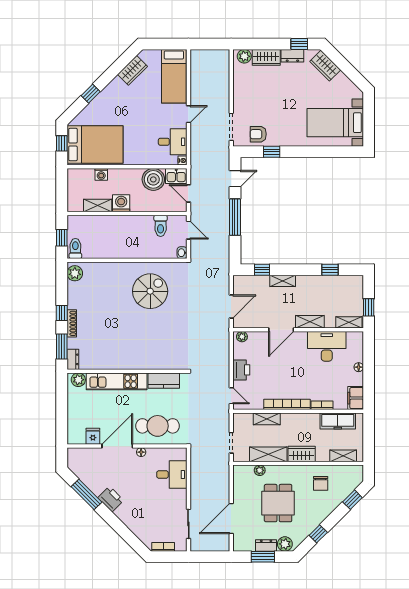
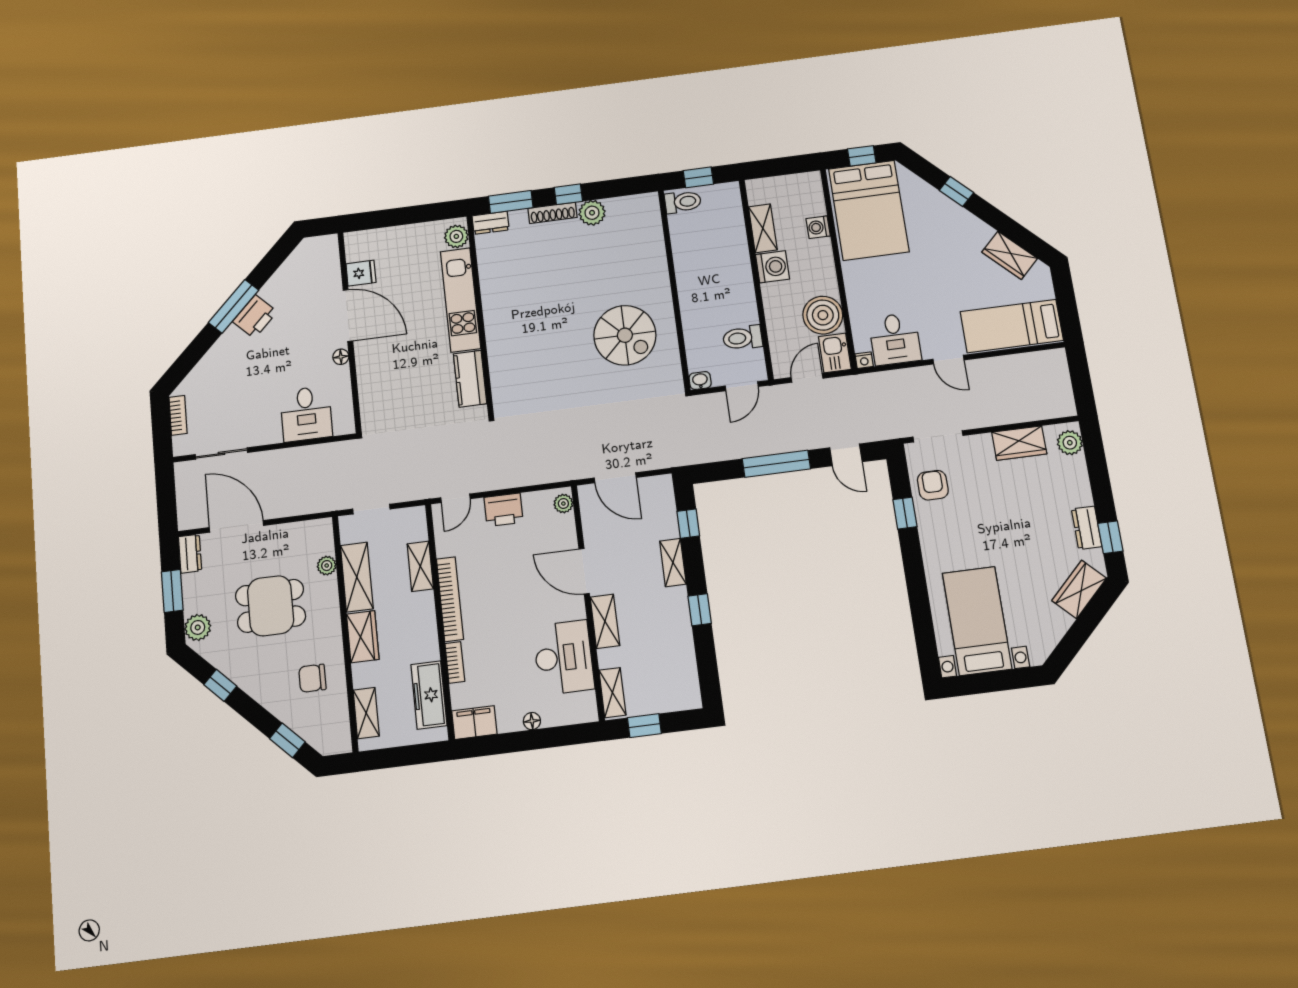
wardrobe: (266, 57) -> (1019, 443), moved, turned -90
window: (330, 270) -> (700, 610), moved
plant: (75, 273) -> (592, 213), moved
cafe table: (158, 426) -> (389, 378), removed
window: (86, 494) -> (234, 306), moved
dresser: (266, 545) -> (190, 554), moved

